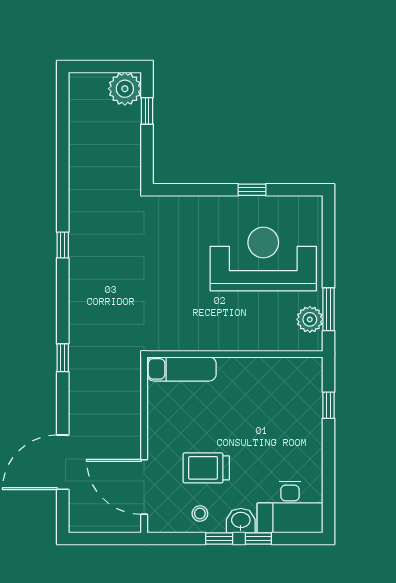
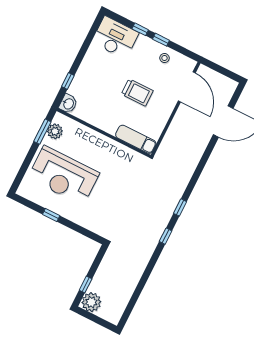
window: (63, 358) -> (180, 207), moved
trolley: (206, 468) -> (137, 92), moved
washbasin: (241, 521) -> (68, 104), moved, turned -90

